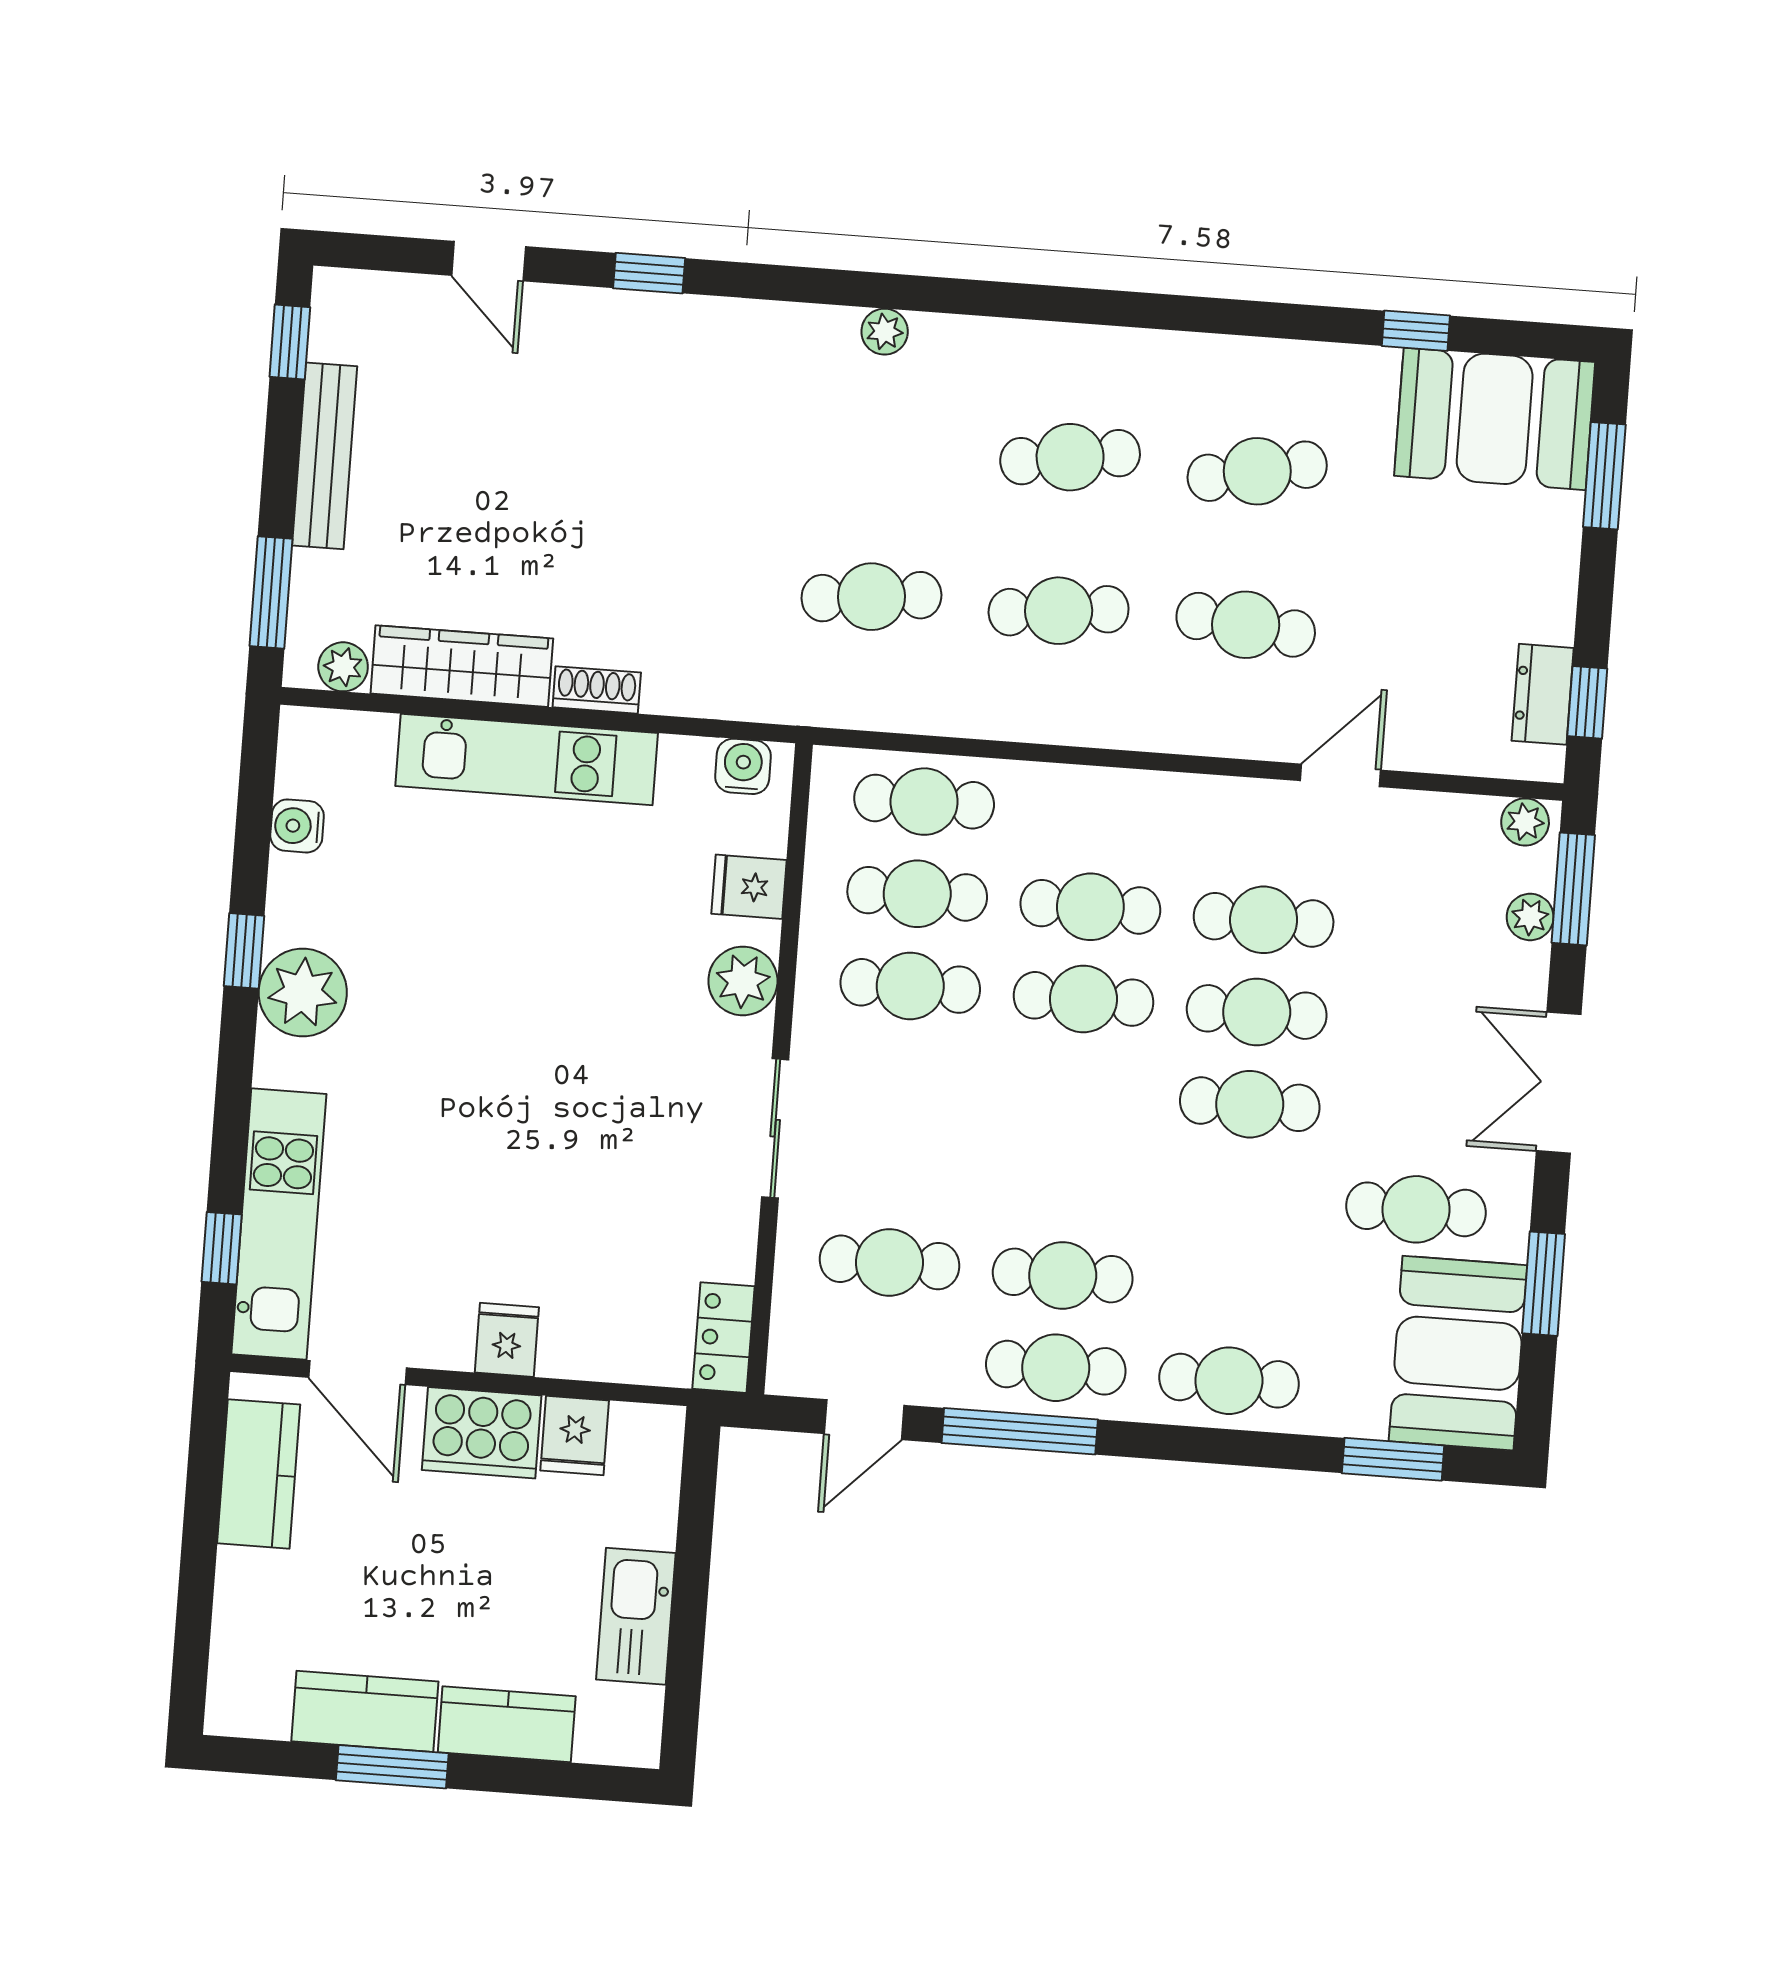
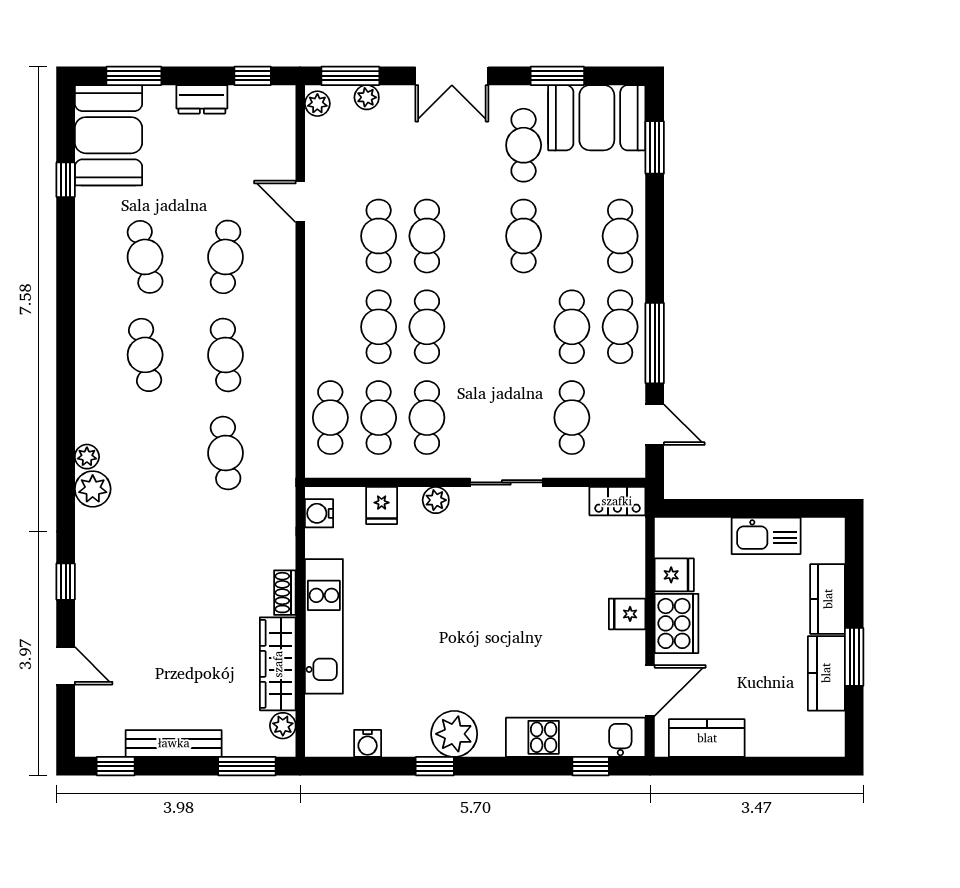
door: (489, 261) -> (66, 666), hinge flipped
plant: (822, 338) -> (93, 489), added
dresser: (1543, 694) -> (202, 99), moved
plant: (743, 981) -> (436, 500), width x0.73, depth x0.73
cafe table: (1250, 1104) -> (524, 236), moved

